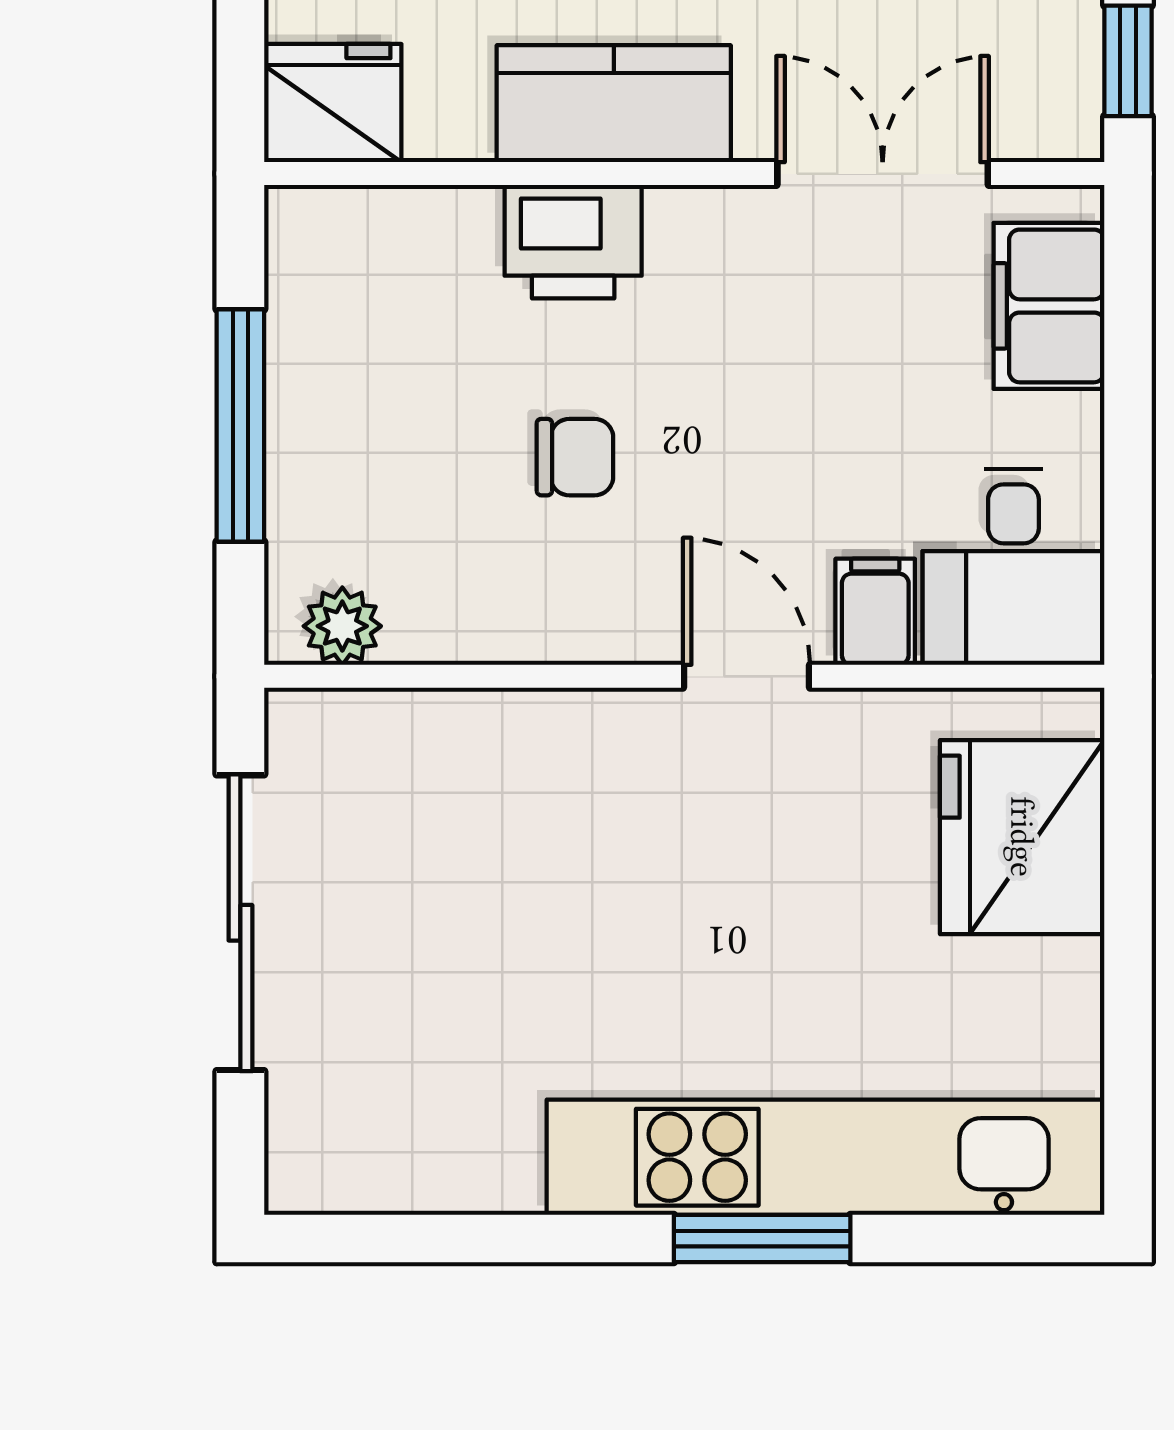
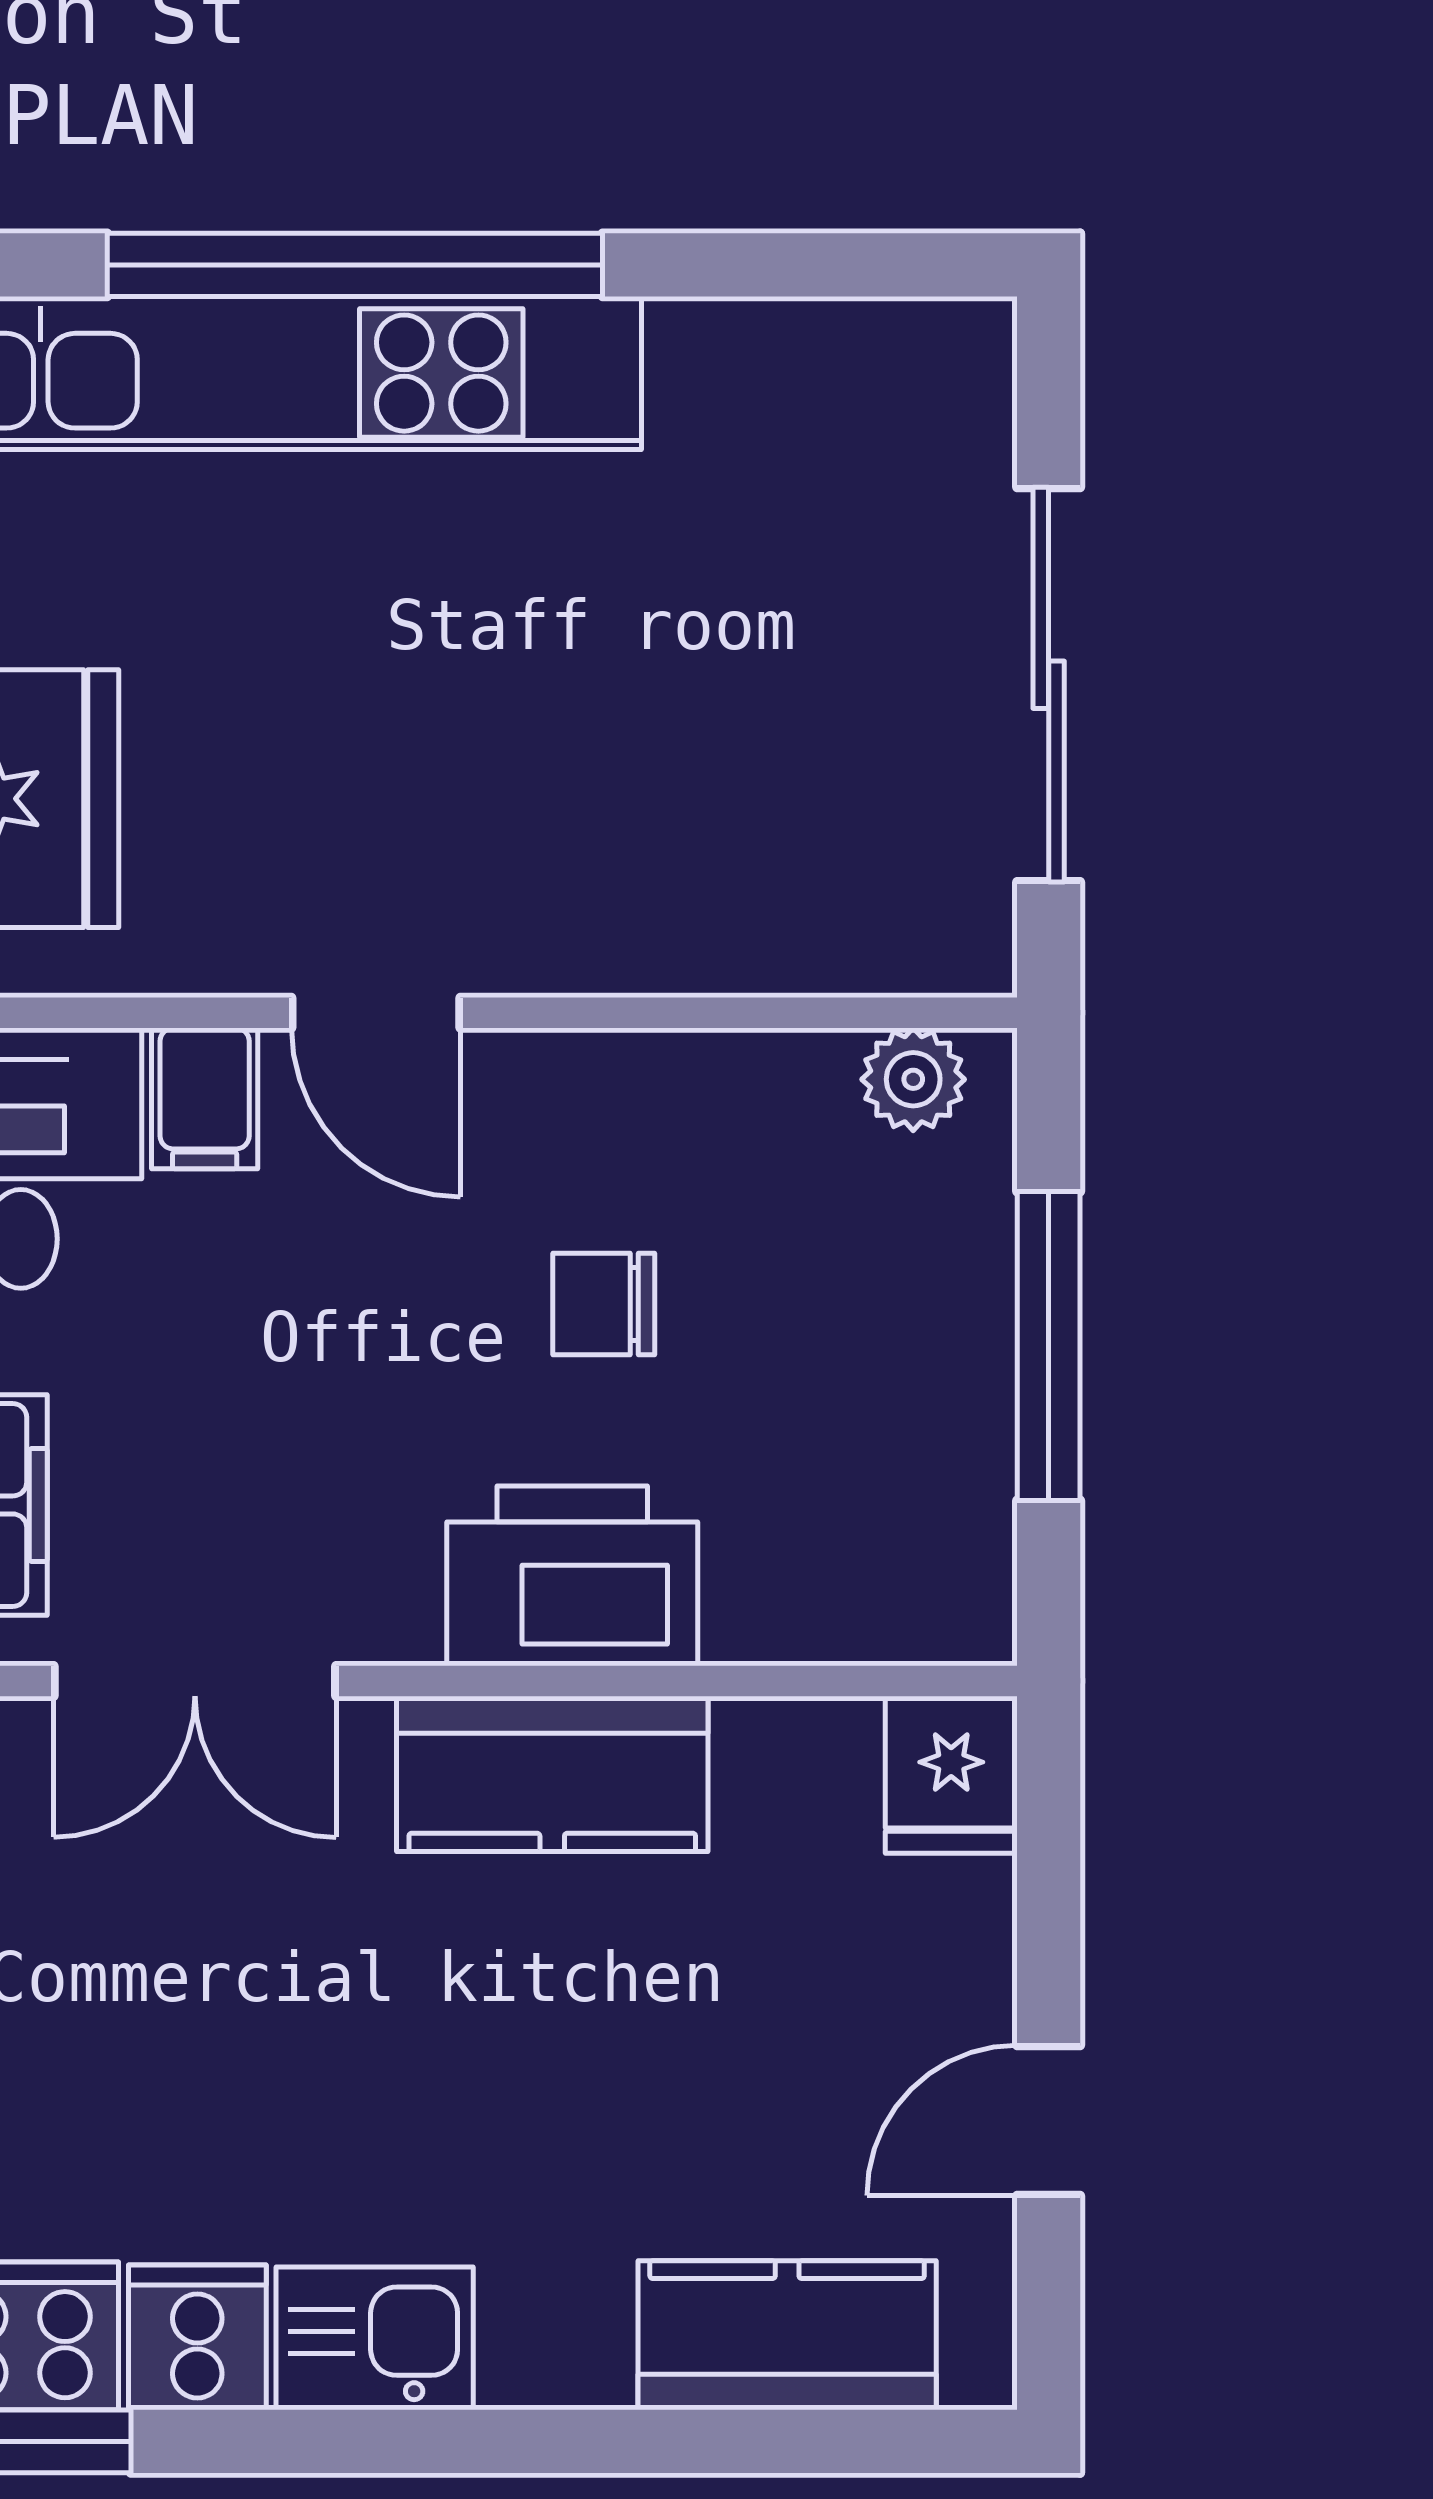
fridge: (333, 103) -> (951, 1775), width x0.72
printer: (573, 242) -> (572, 1576), width x1.37, depth x1.19
window: (762, 1239) -> (355, 265), width x2.11

